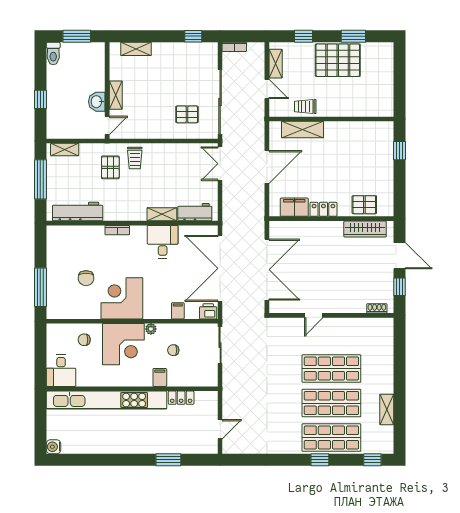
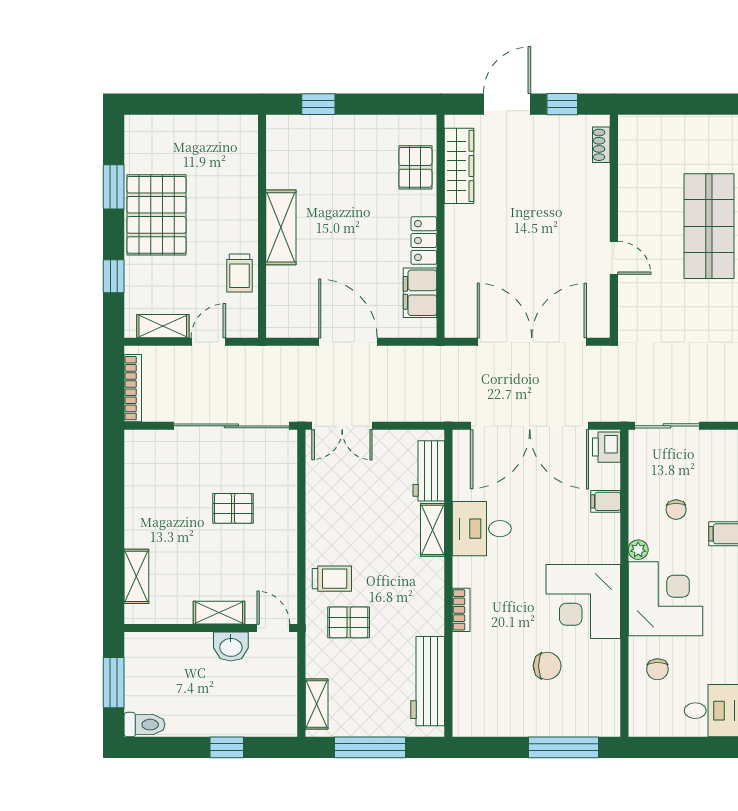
window: (193, 36) -> (114, 474), removed
bookcase: (234, 47) -> (133, 388), width x1.56
pallet: (187, 114) -> (233, 508), moved, turned 90
shelving: (303, 130) -> (281, 227), moved

